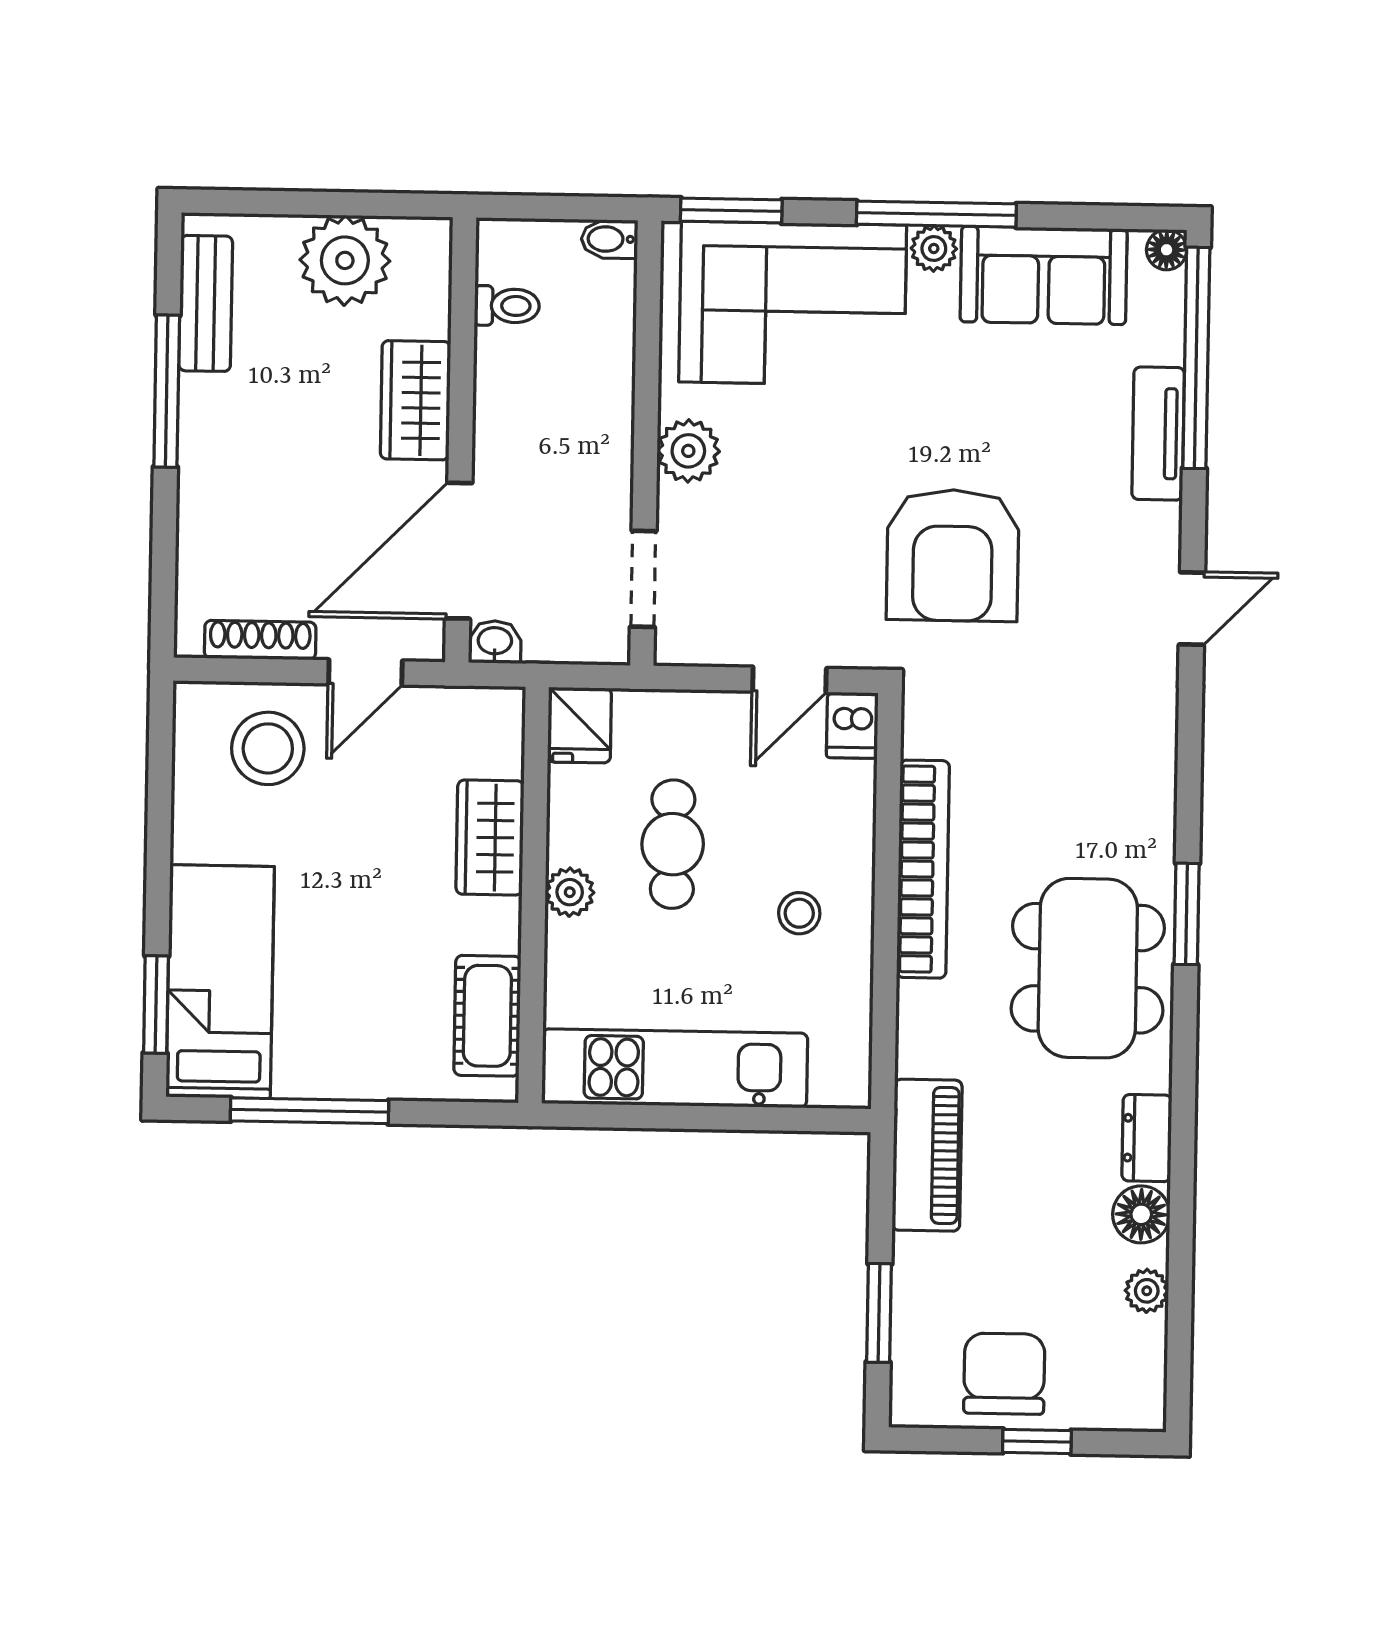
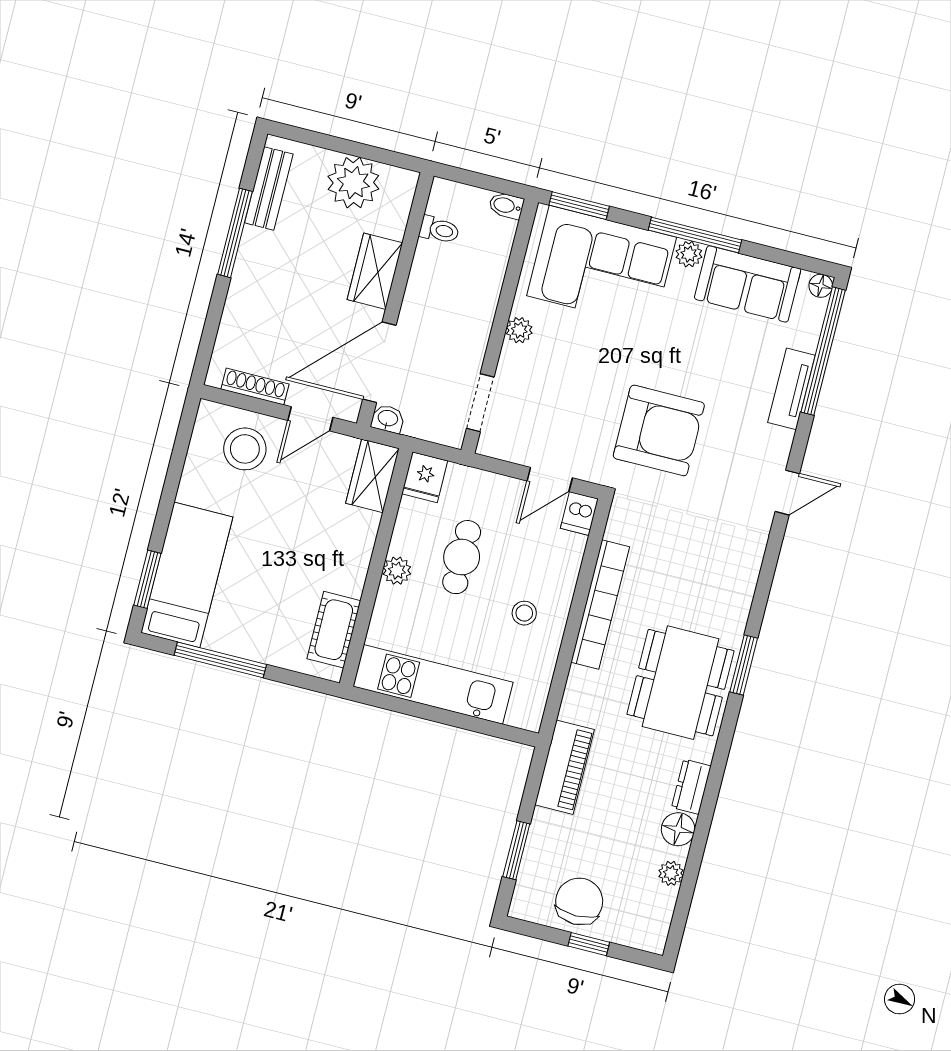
plant: (688, 451) -> (519, 330), width x0.73, depth x0.73
armchair: (953, 555) -> (659, 430), turned -90
wardrobe: (490, 838) -> (372, 476), moved

